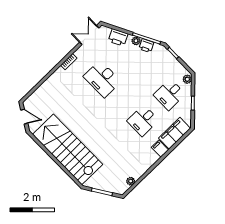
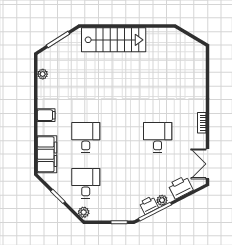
double door: (89, 35) -> (208, 164), swing flipped
desk: (102, 79) -> (158, 137), width x0.73
door: (24, 117) -> (192, 36), removed
stairs: (68, 149) -> (114, 40), width x0.73, depth x0.66
filing cabinet: (160, 149) -> (46, 115), moved

